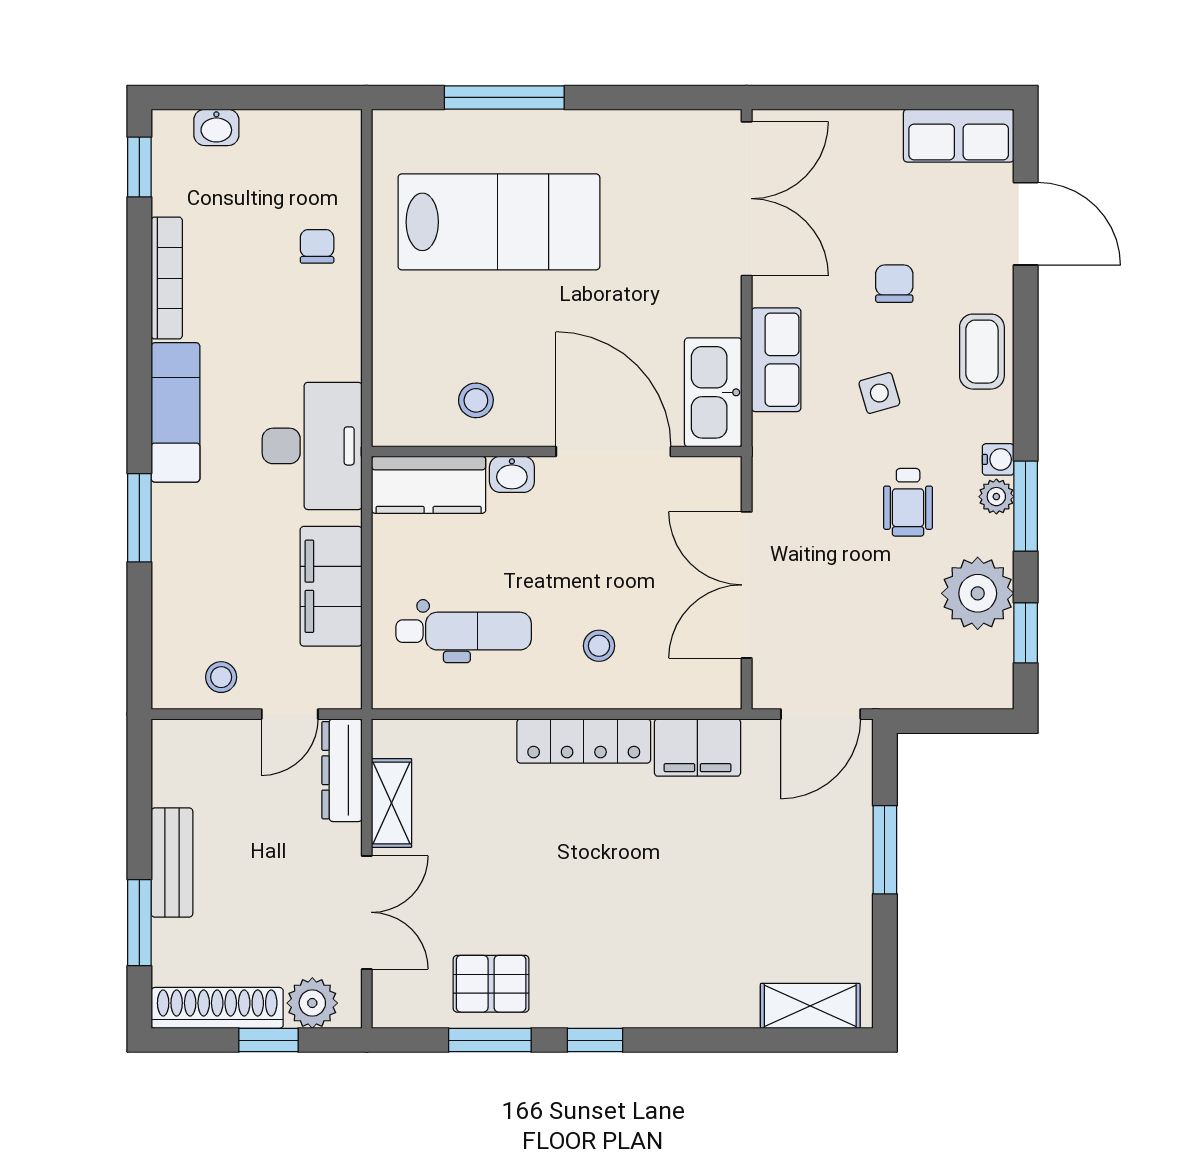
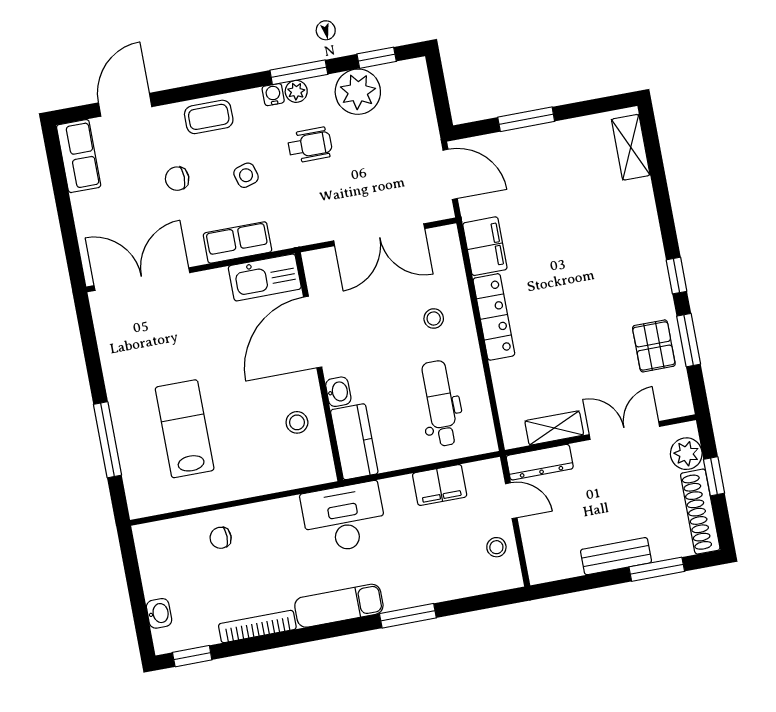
lab bench: (499, 222) -> (185, 429), width x0.73, depth x0.72
filing cabinet: (331, 586) -> (440, 485), width x0.67, depth x0.86

